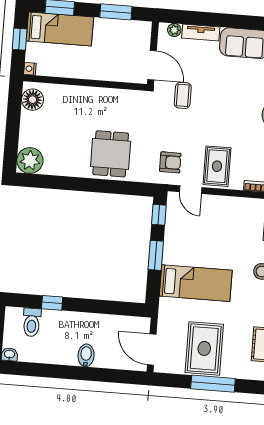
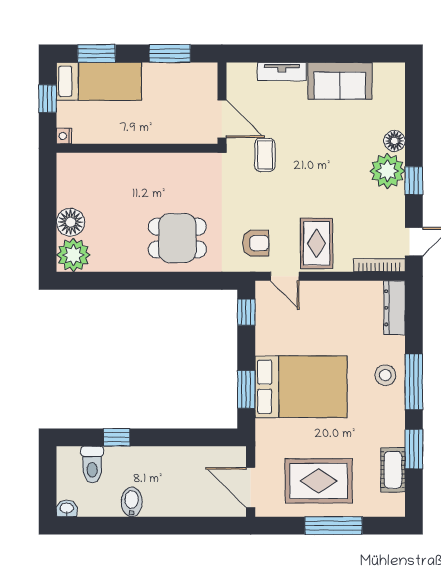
plant: (174, 30) -> (247, 71), removed
floor lamp: (33, 100) -> (71, 222), moved
dining table: (111, 154) -> (177, 238), turned 90
window: (156, 255) -> (246, 389), moved
bed: (196, 283) -> (301, 387), width x1.50
rug: (204, 348) -> (319, 481), turned 90
bidet: (86, 355) -> (132, 502), moved

